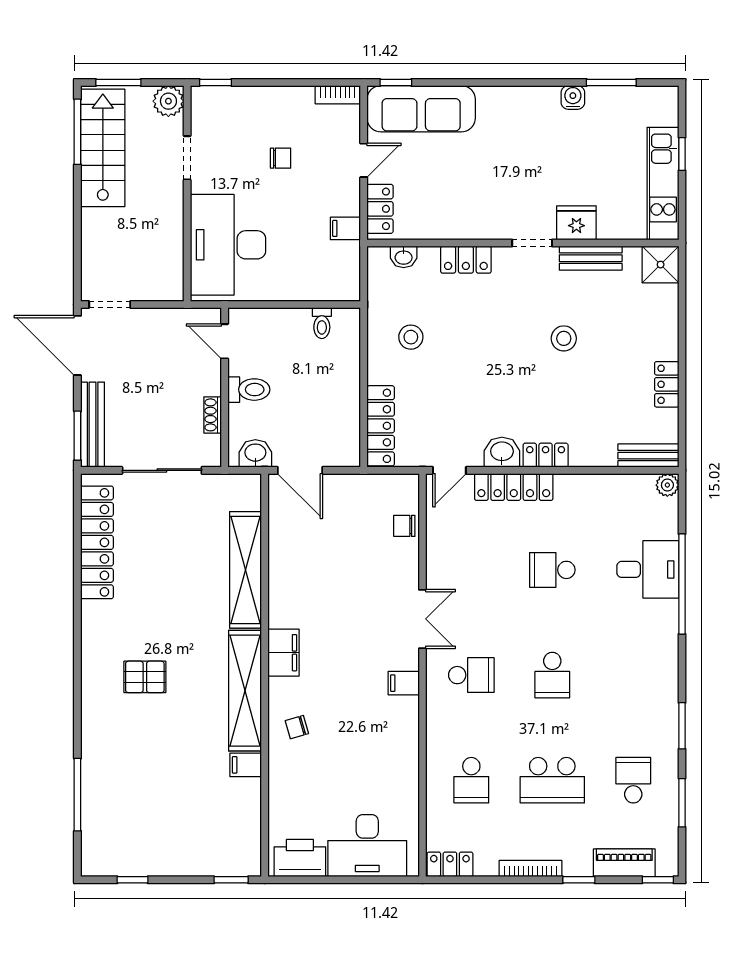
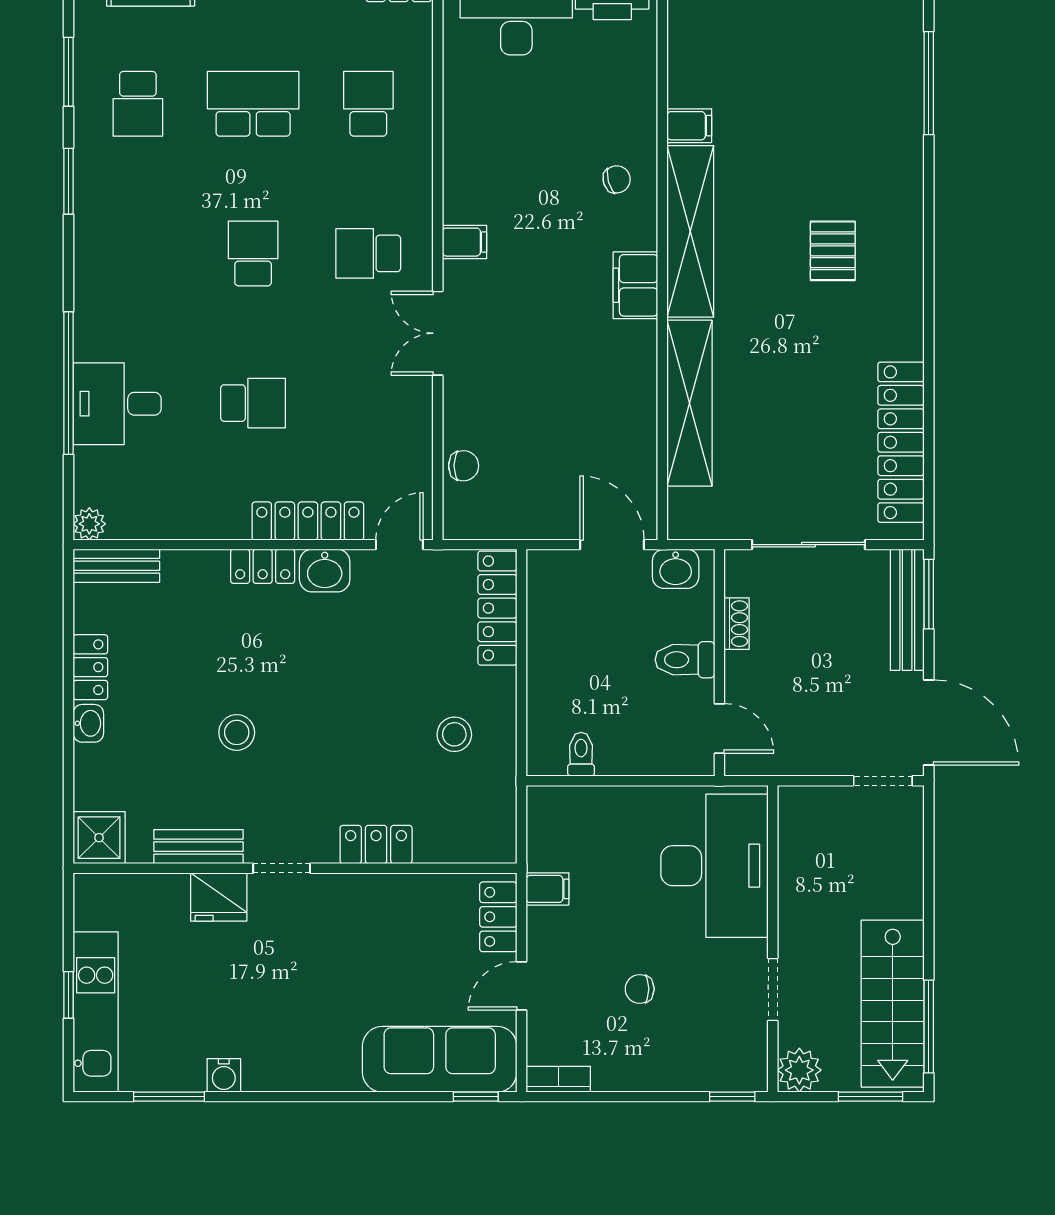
kitchen unit: (663, 184) -> (96, 1012), moved
washbasin: (404, 257) -> (88, 723), moved, turned 90
pallet: (145, 677) -> (833, 251), turned 90

